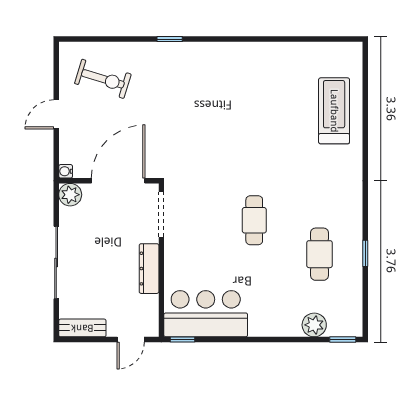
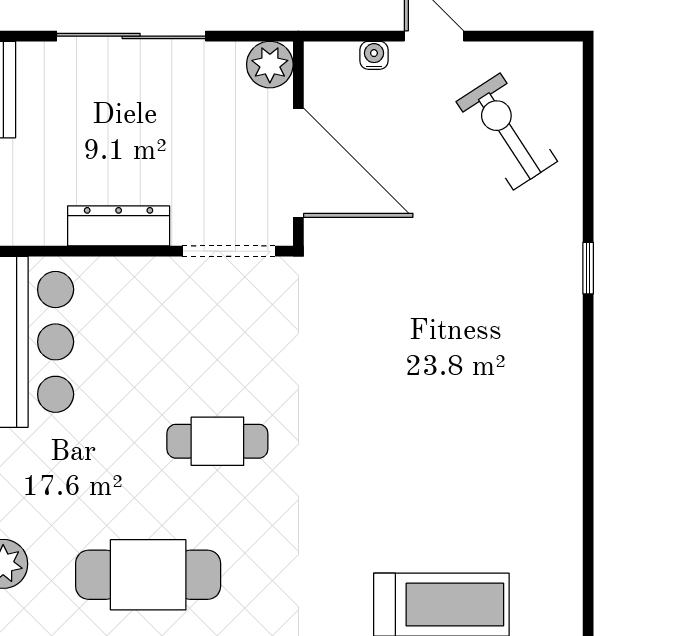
exercise bike: (103, 79) -> (507, 132), turned 130
water cooler: (66, 171) -> (374, 55), moved
cafe table: (320, 254) -> (148, 575), width x1.37, depth x1.35

